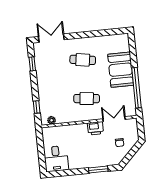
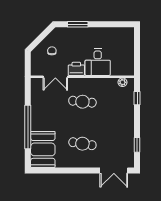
booth: (121, 70) -> (43, 149), moved
window: (136, 88) -> (28, 127), moved
desk: (56, 159) -> (98, 62), moved, turned 180

